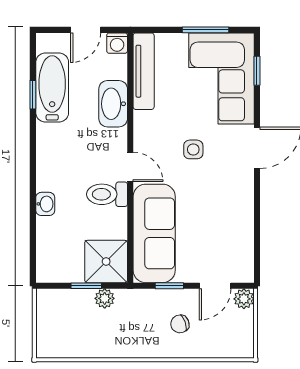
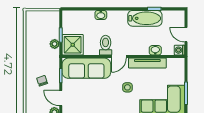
tv unit: (144, 71) -> (147, 63), moved
bathtub: (52, 87) -> (145, 18), moved
washbasin: (113, 104) -> (155, 50), width x0.52, depth x0.69

